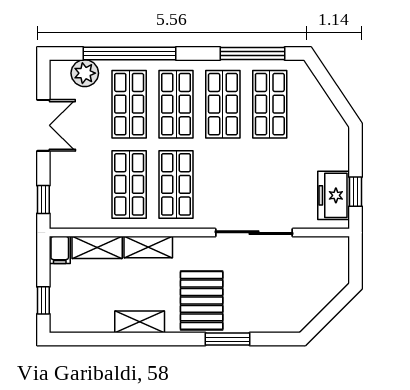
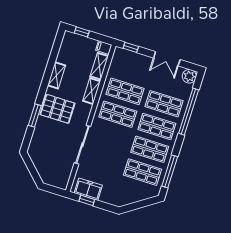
plant: (85, 73) -> (189, 76), moved

